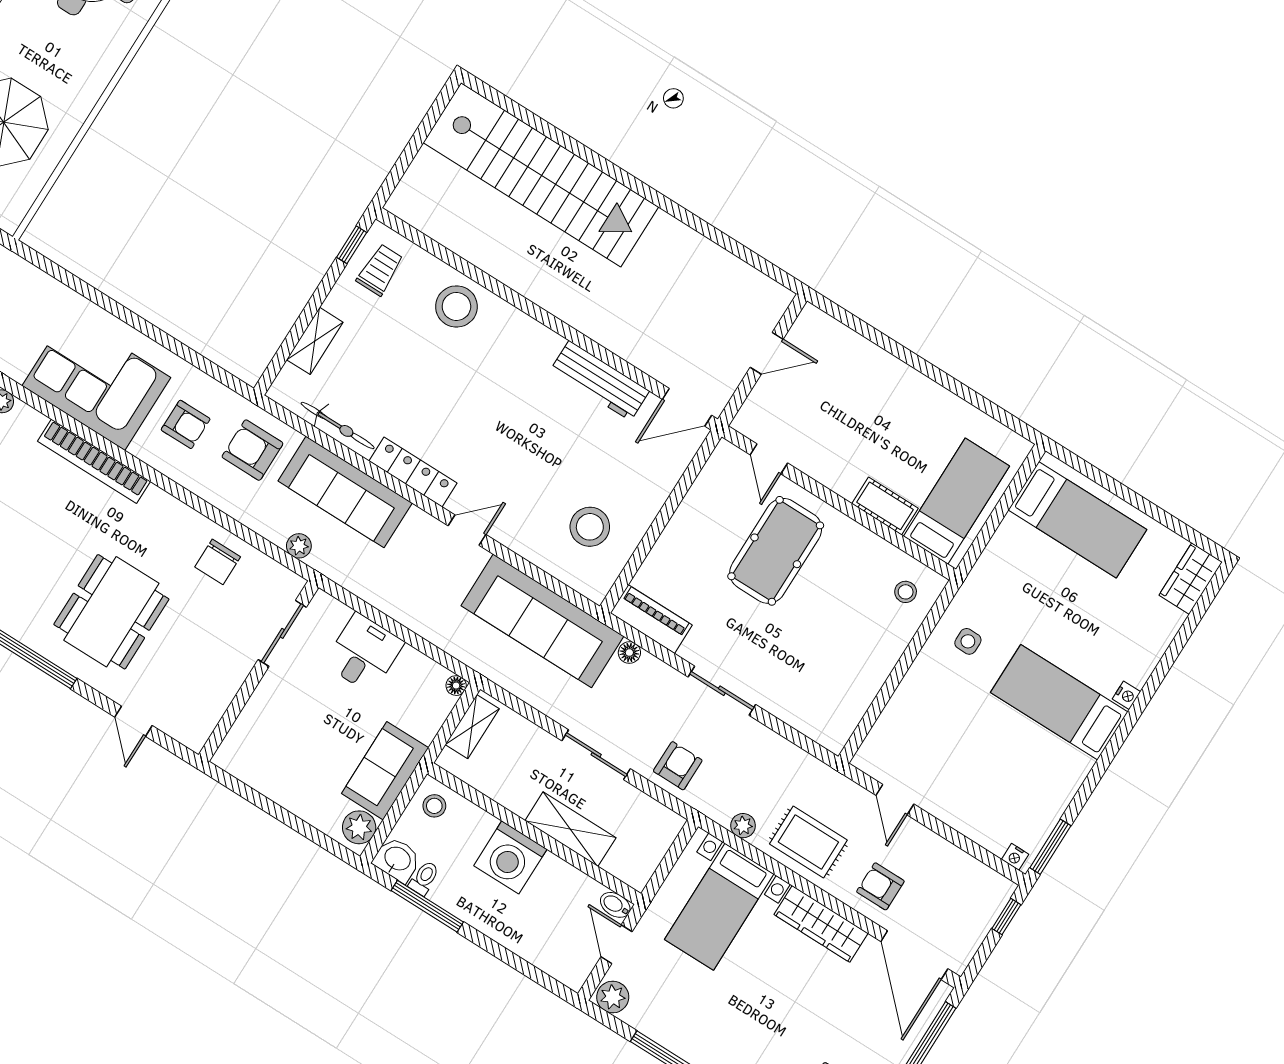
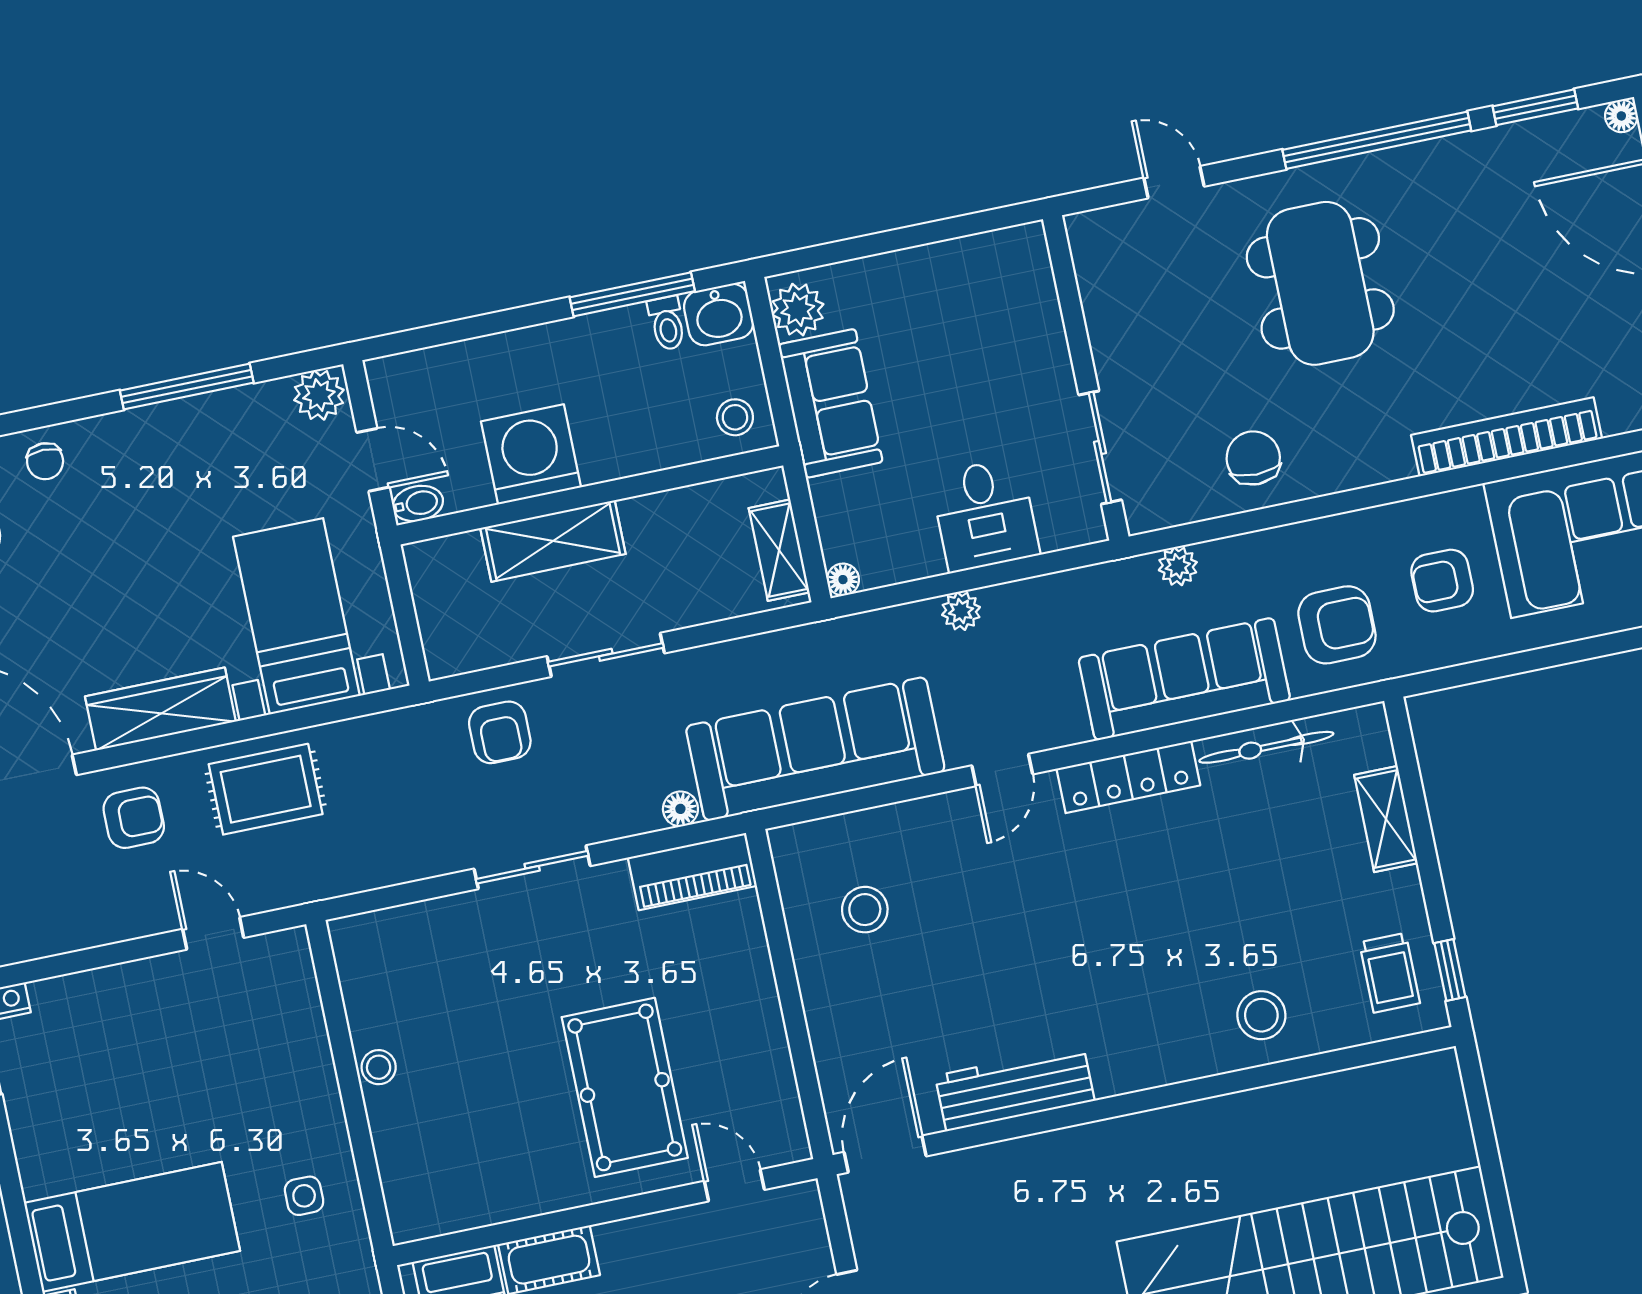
stool: (456, 306) -> (1261, 1015), width x0.73, depth x0.73
stool: (590, 527) -> (865, 910), width x0.73, depth x0.73
stool: (906, 592) -> (379, 1067), moved
plant: (743, 826) -> (961, 611), moved
washing machine: (510, 857) -> (531, 454), moved

